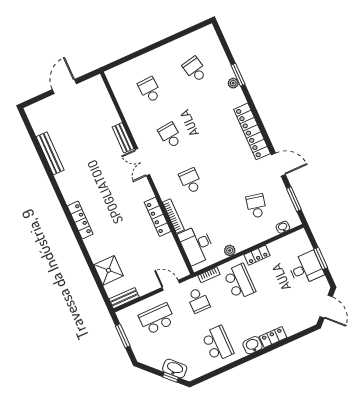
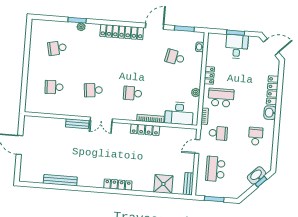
locker: (273, 337) -> (272, 90), width x1.53
school desk: (218, 344) -> (256, 136), width x0.54

